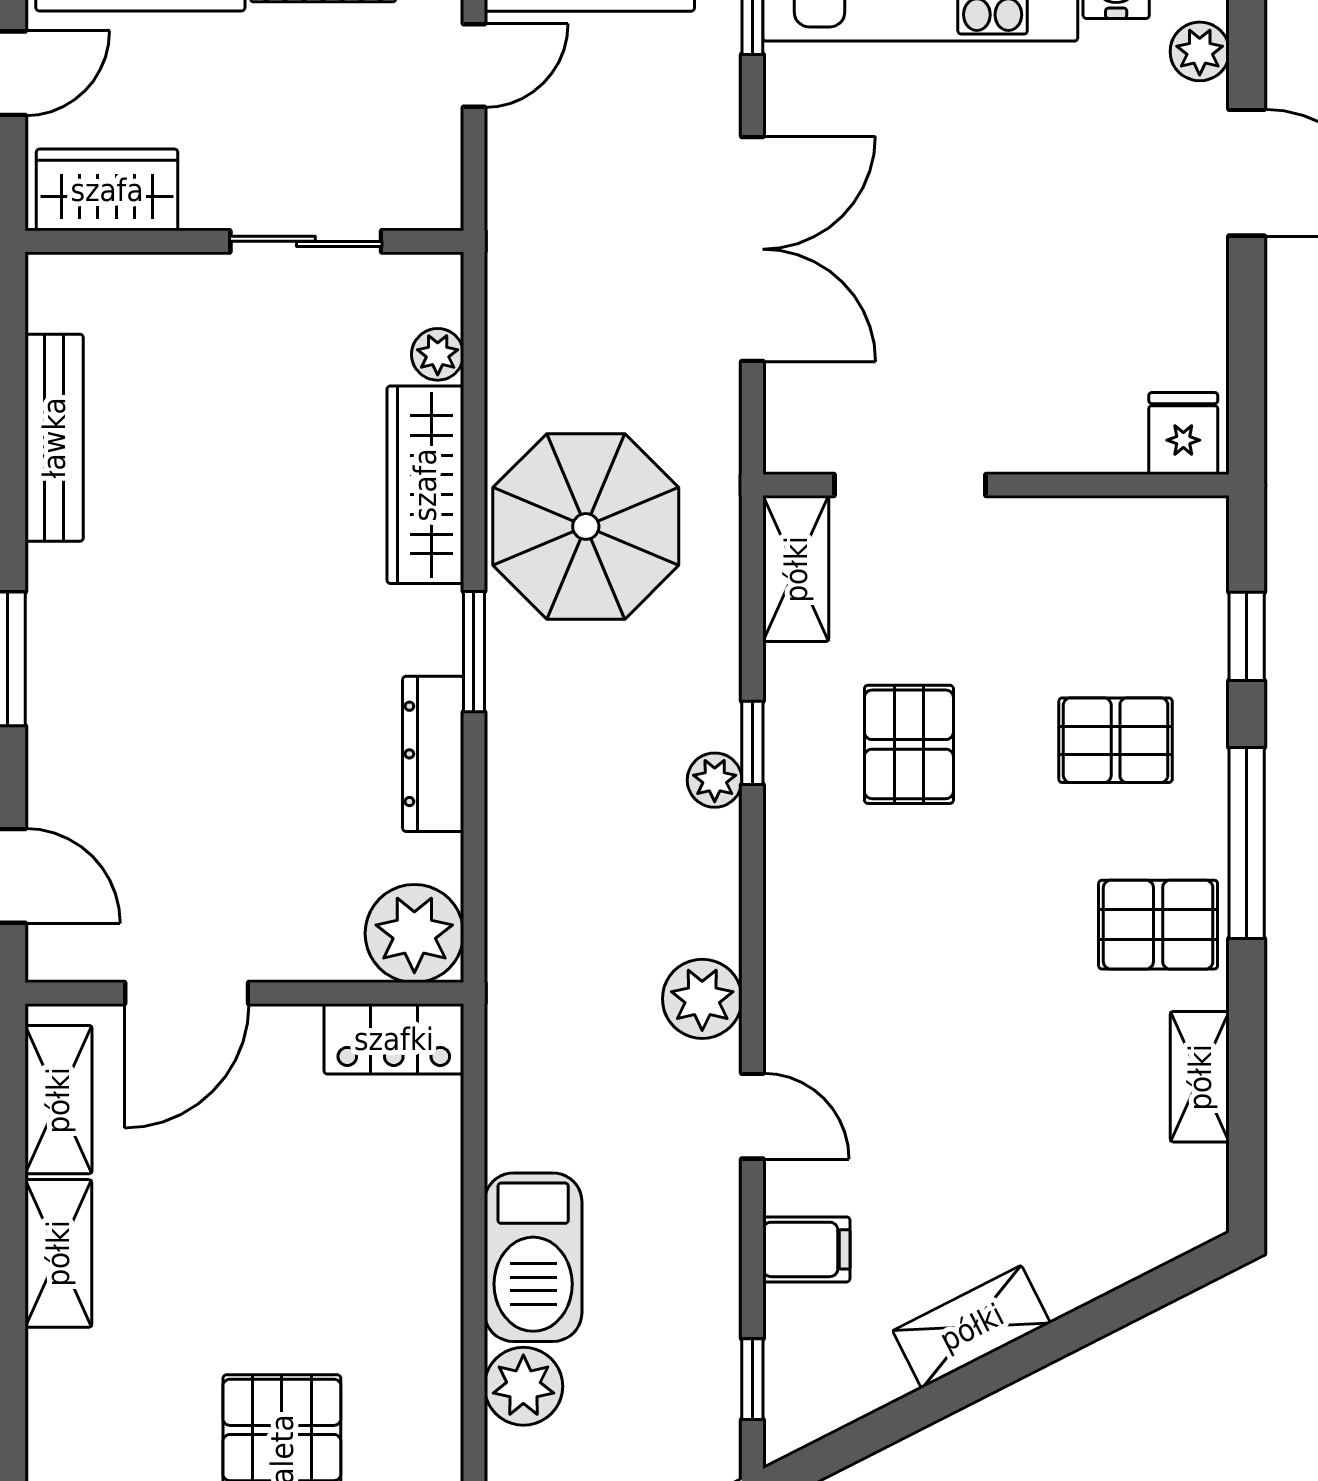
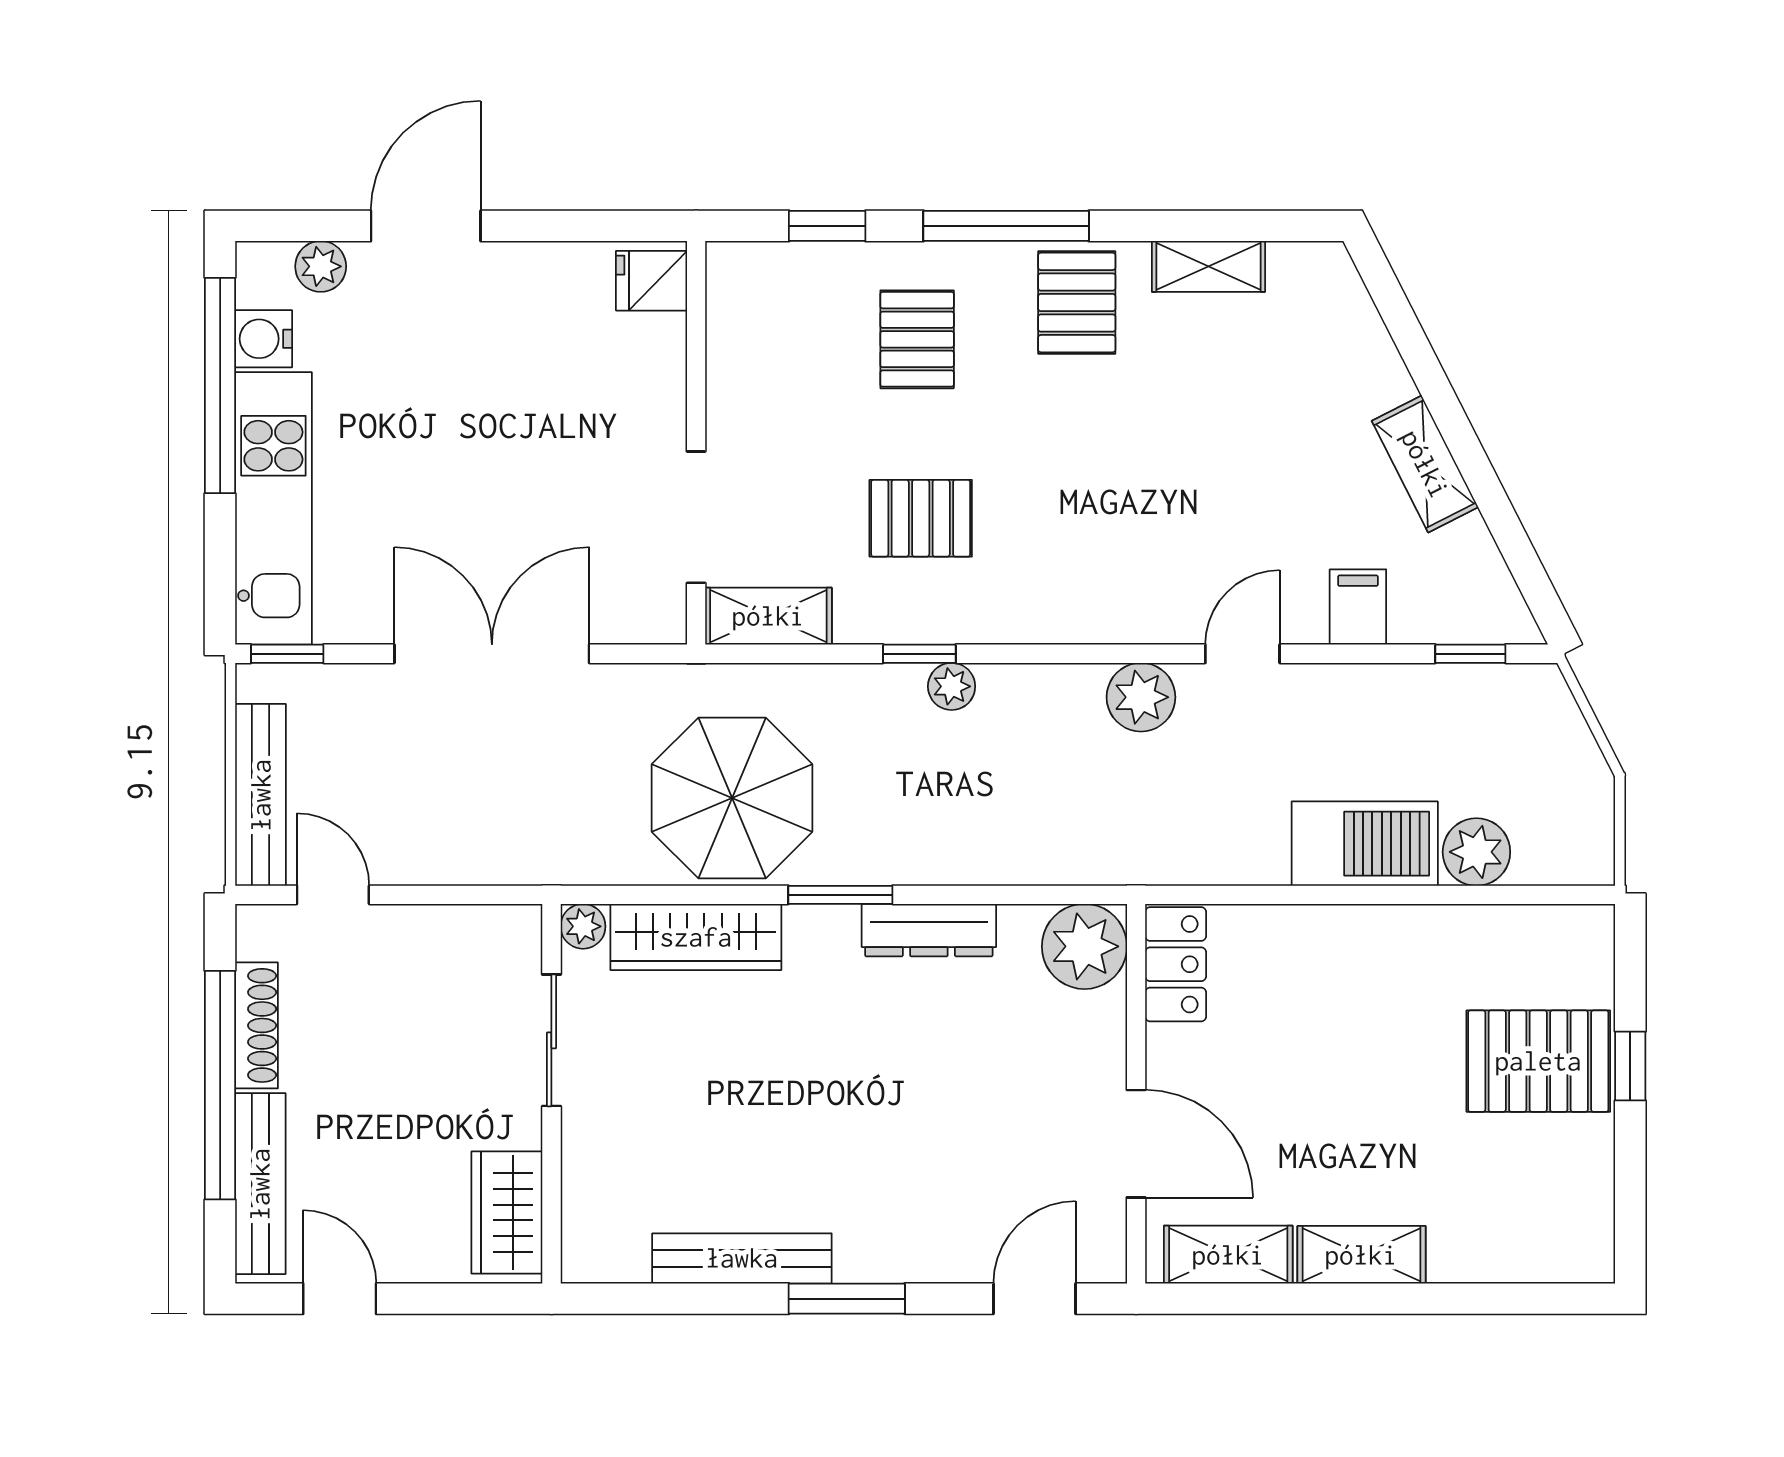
wardrobe: (107, 190) -> (507, 1213), moved
wall: (244, 241) -> (551, 1094), moved
sliding door: (306, 241) -> (551, 1040), moved
bench: (54, 438) -> (742, 1258), moved

